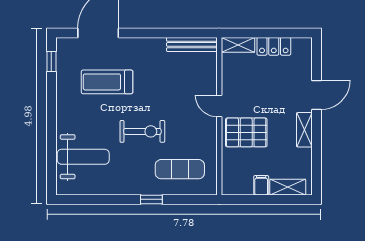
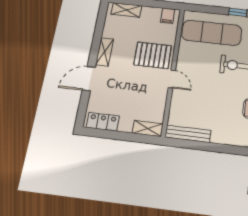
locker: (274, 46) -> (103, 122), moved
exercise mat: (180, 169) -> (212, 33), width x1.36, depth x1.45
filing cabinet: (261, 185) -> (168, 16), moved

